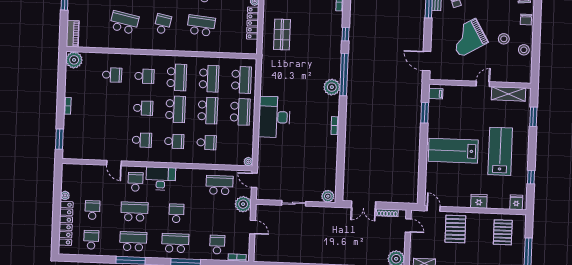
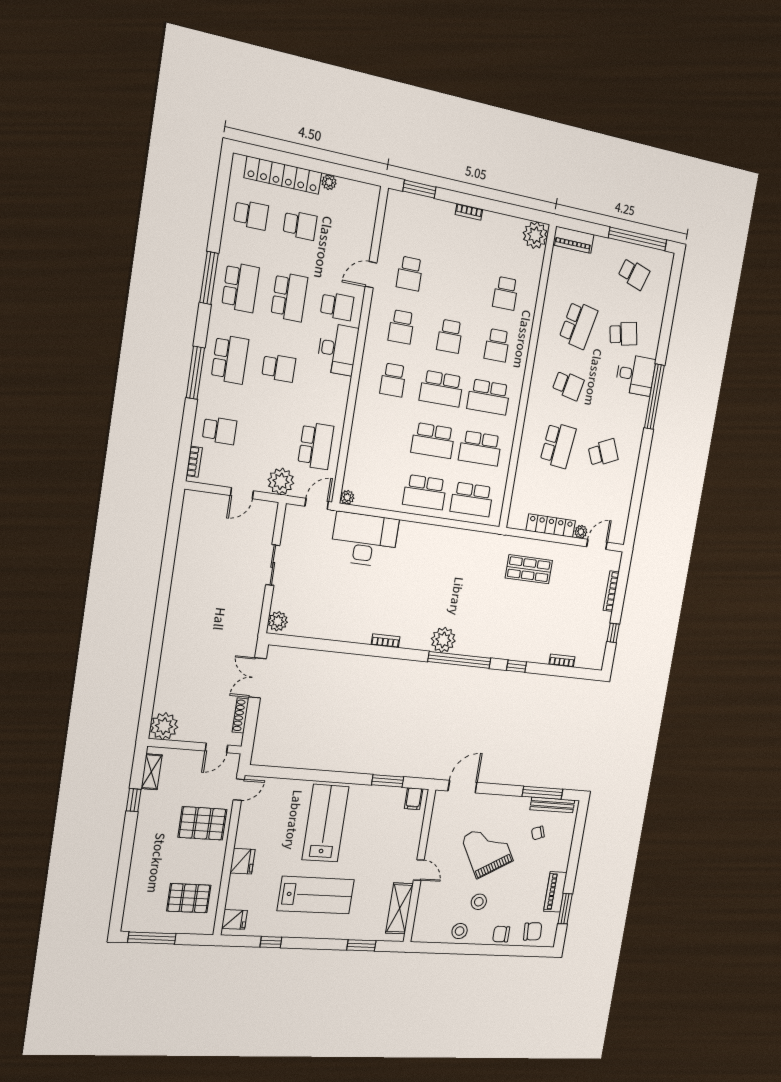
desk: (274, 117) -> (364, 540), moved
school desk: (207, 143) -> (410, 274), moved

